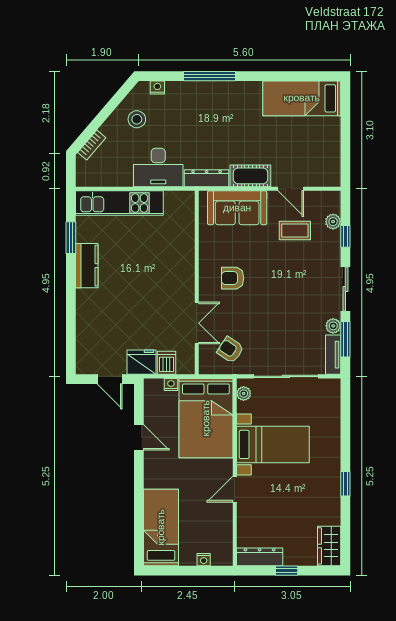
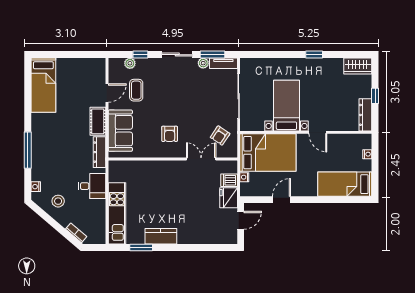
desk: (158, 168) -> (92, 186), width x0.73
plant: (244, 393) -> (251, 126), removed

